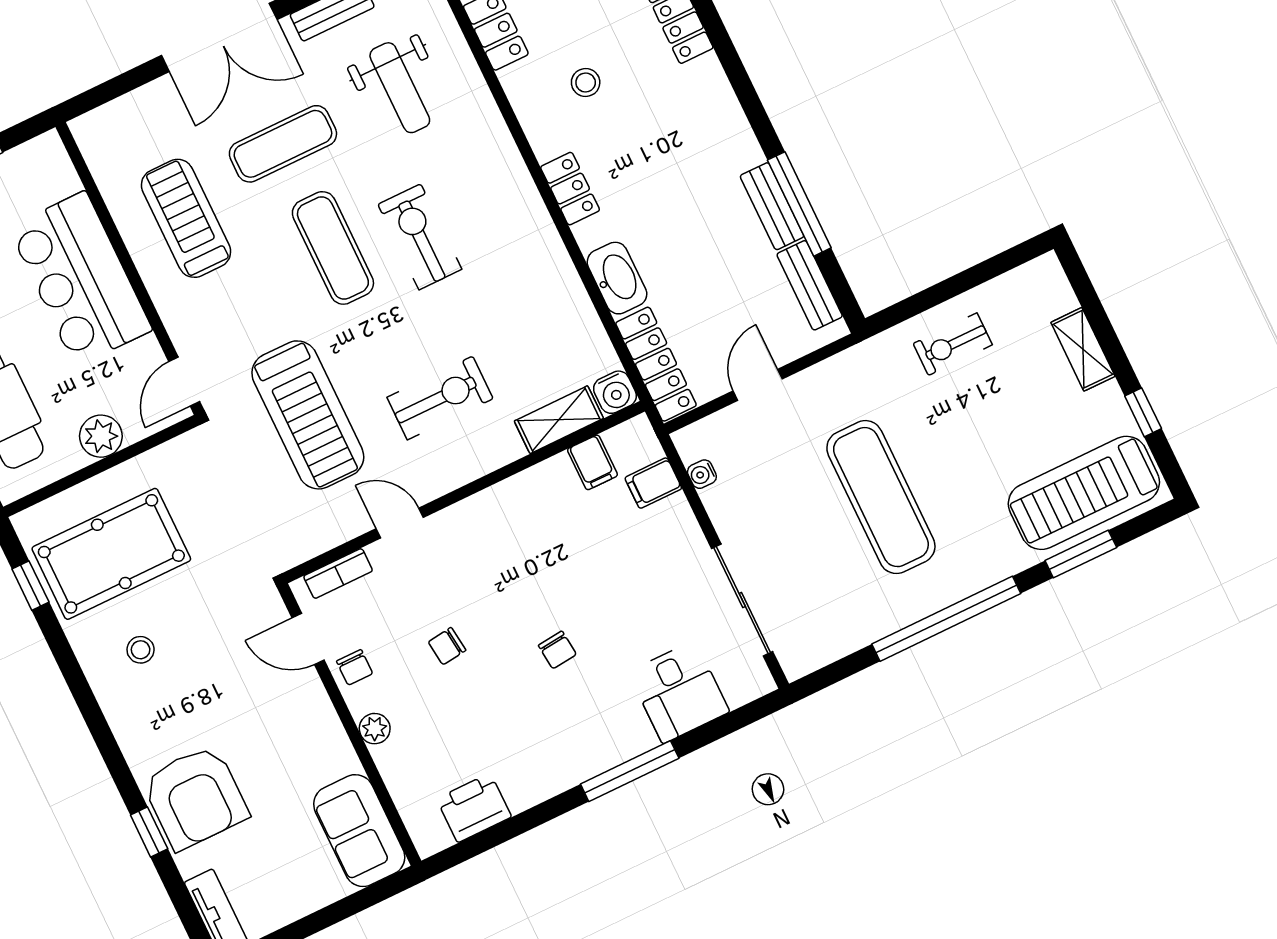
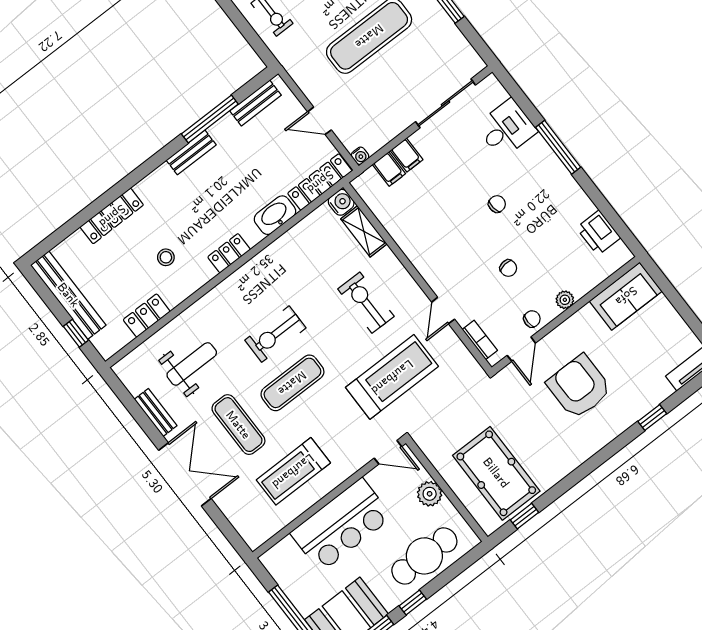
bench: (772, 206) -> (191, 152), moved
filing cabinet: (592, 462) -> (407, 155), moved, turned 90
water cooler: (702, 474) -> (360, 156), moved
stool: (141, 650) -> (548, 445), removed
armchair: (195, 797) -> (579, 387), moved, turned -90

